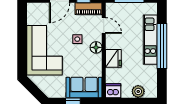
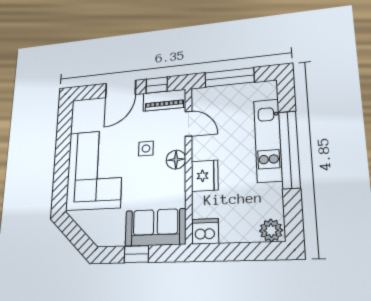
plant: (138, 91) -> (271, 230), moved

